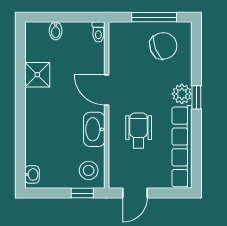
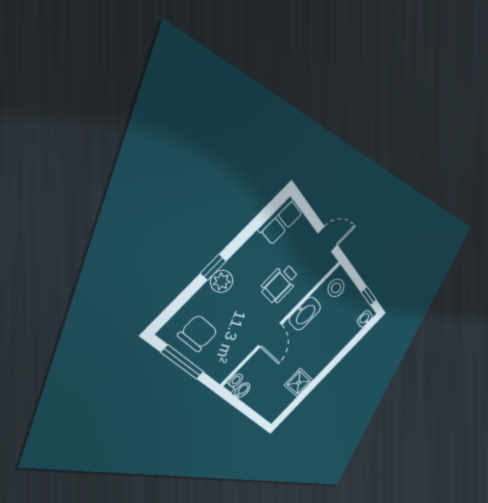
bidet: (56, 31) -> (242, 390), moved
chair: (163, 46) -> (198, 333), turned 112
row of seats: (182, 147) -> (280, 221), width x0.50
window: (82, 193) -> (369, 296), moved

